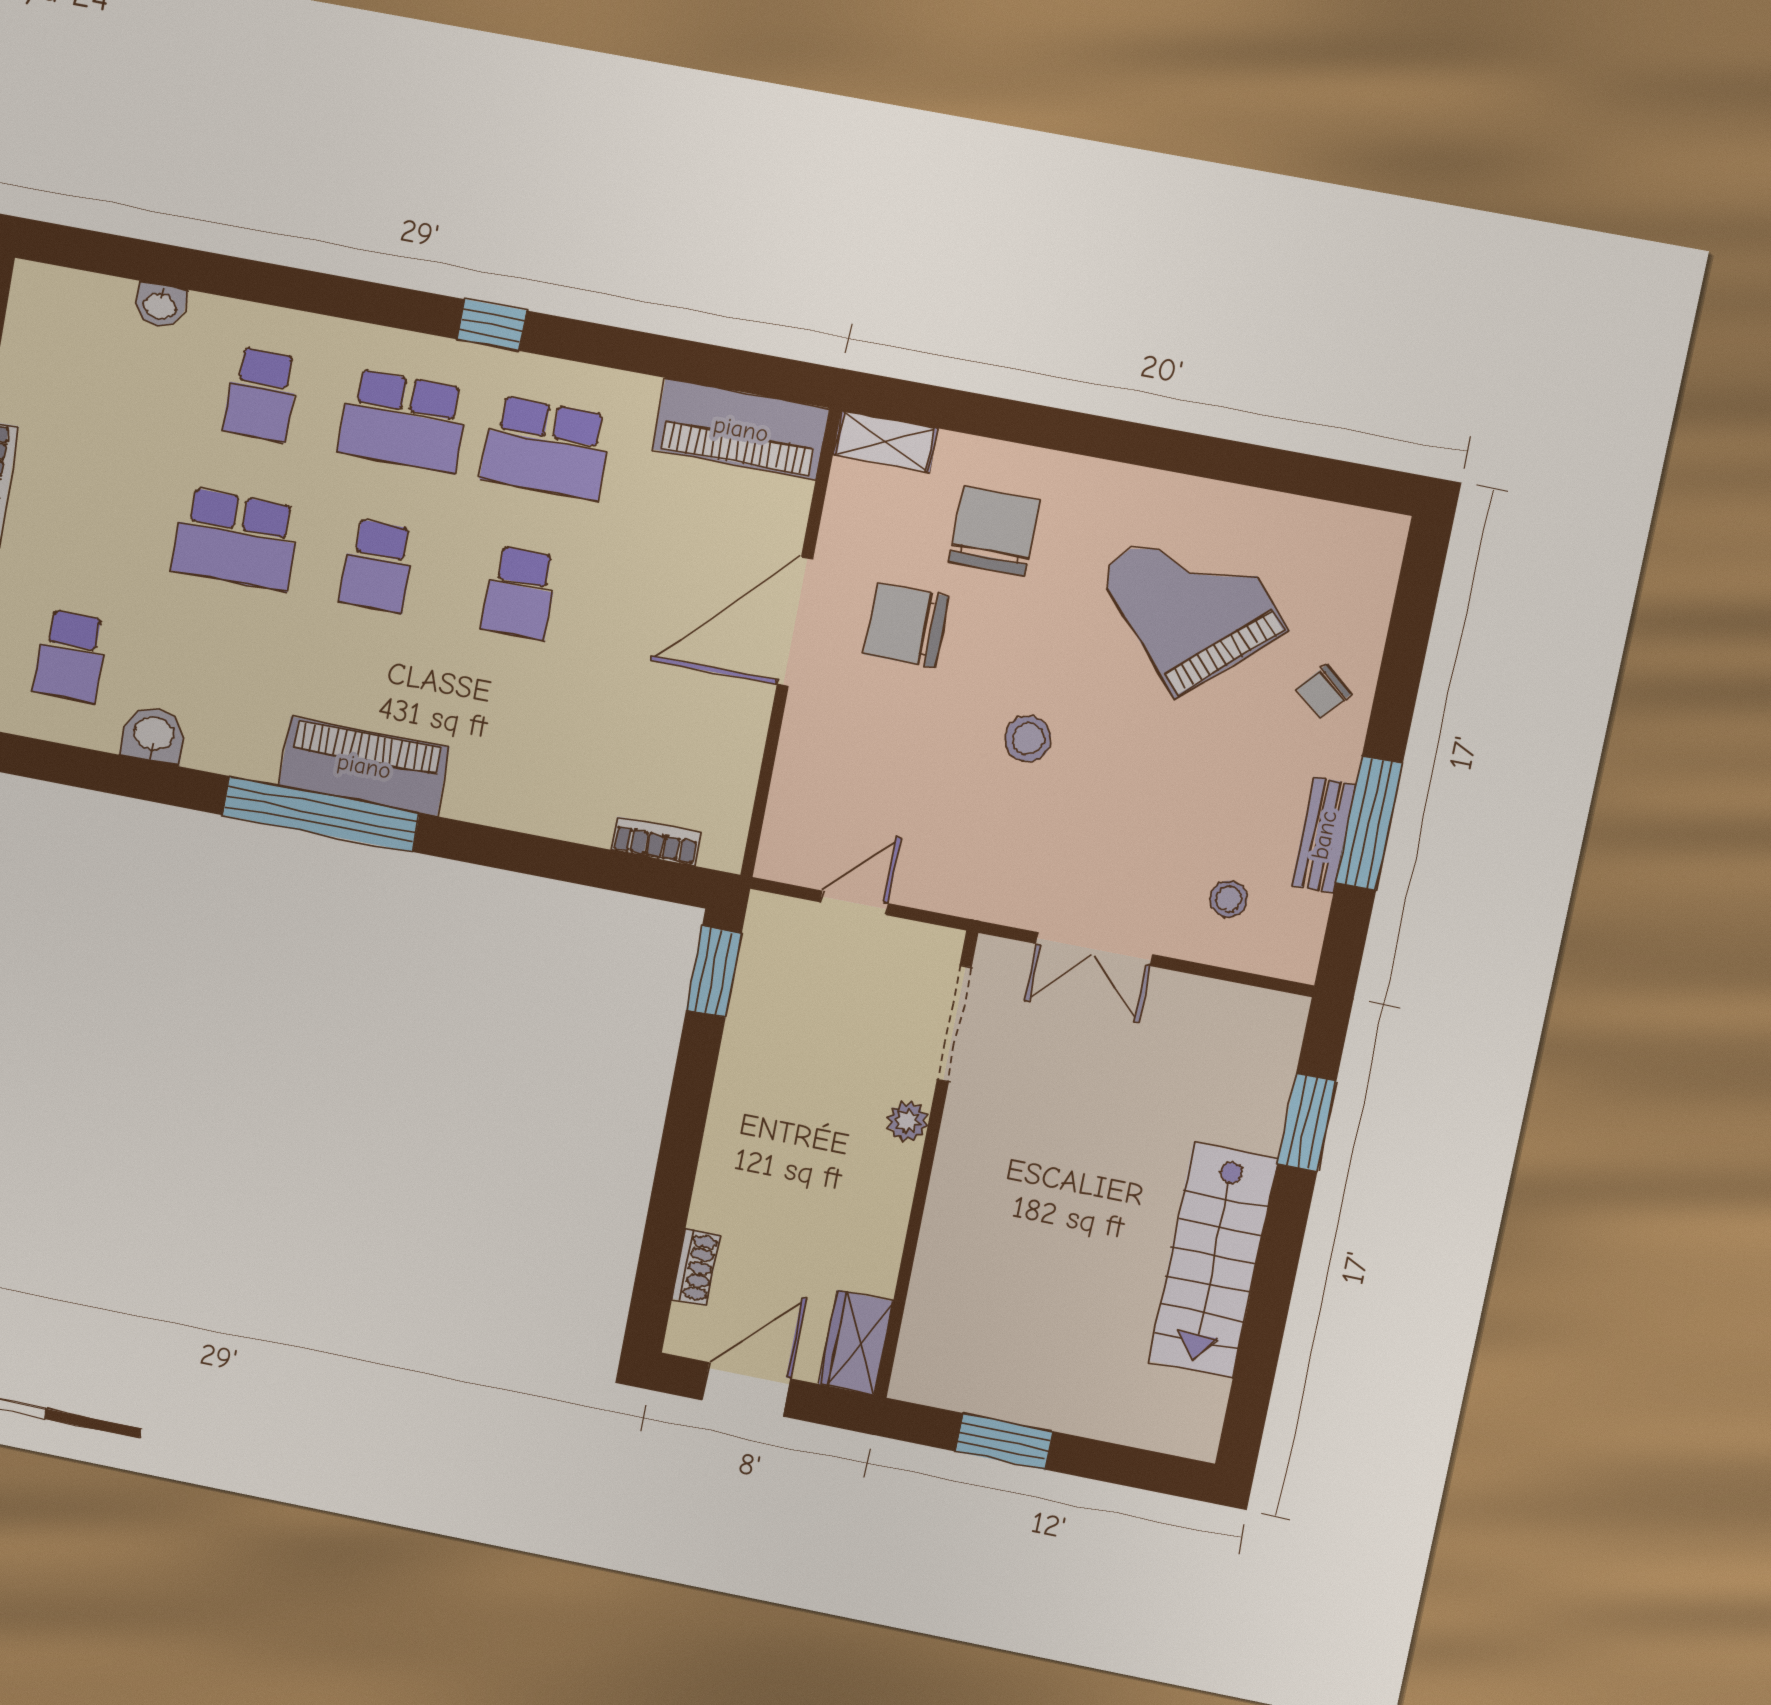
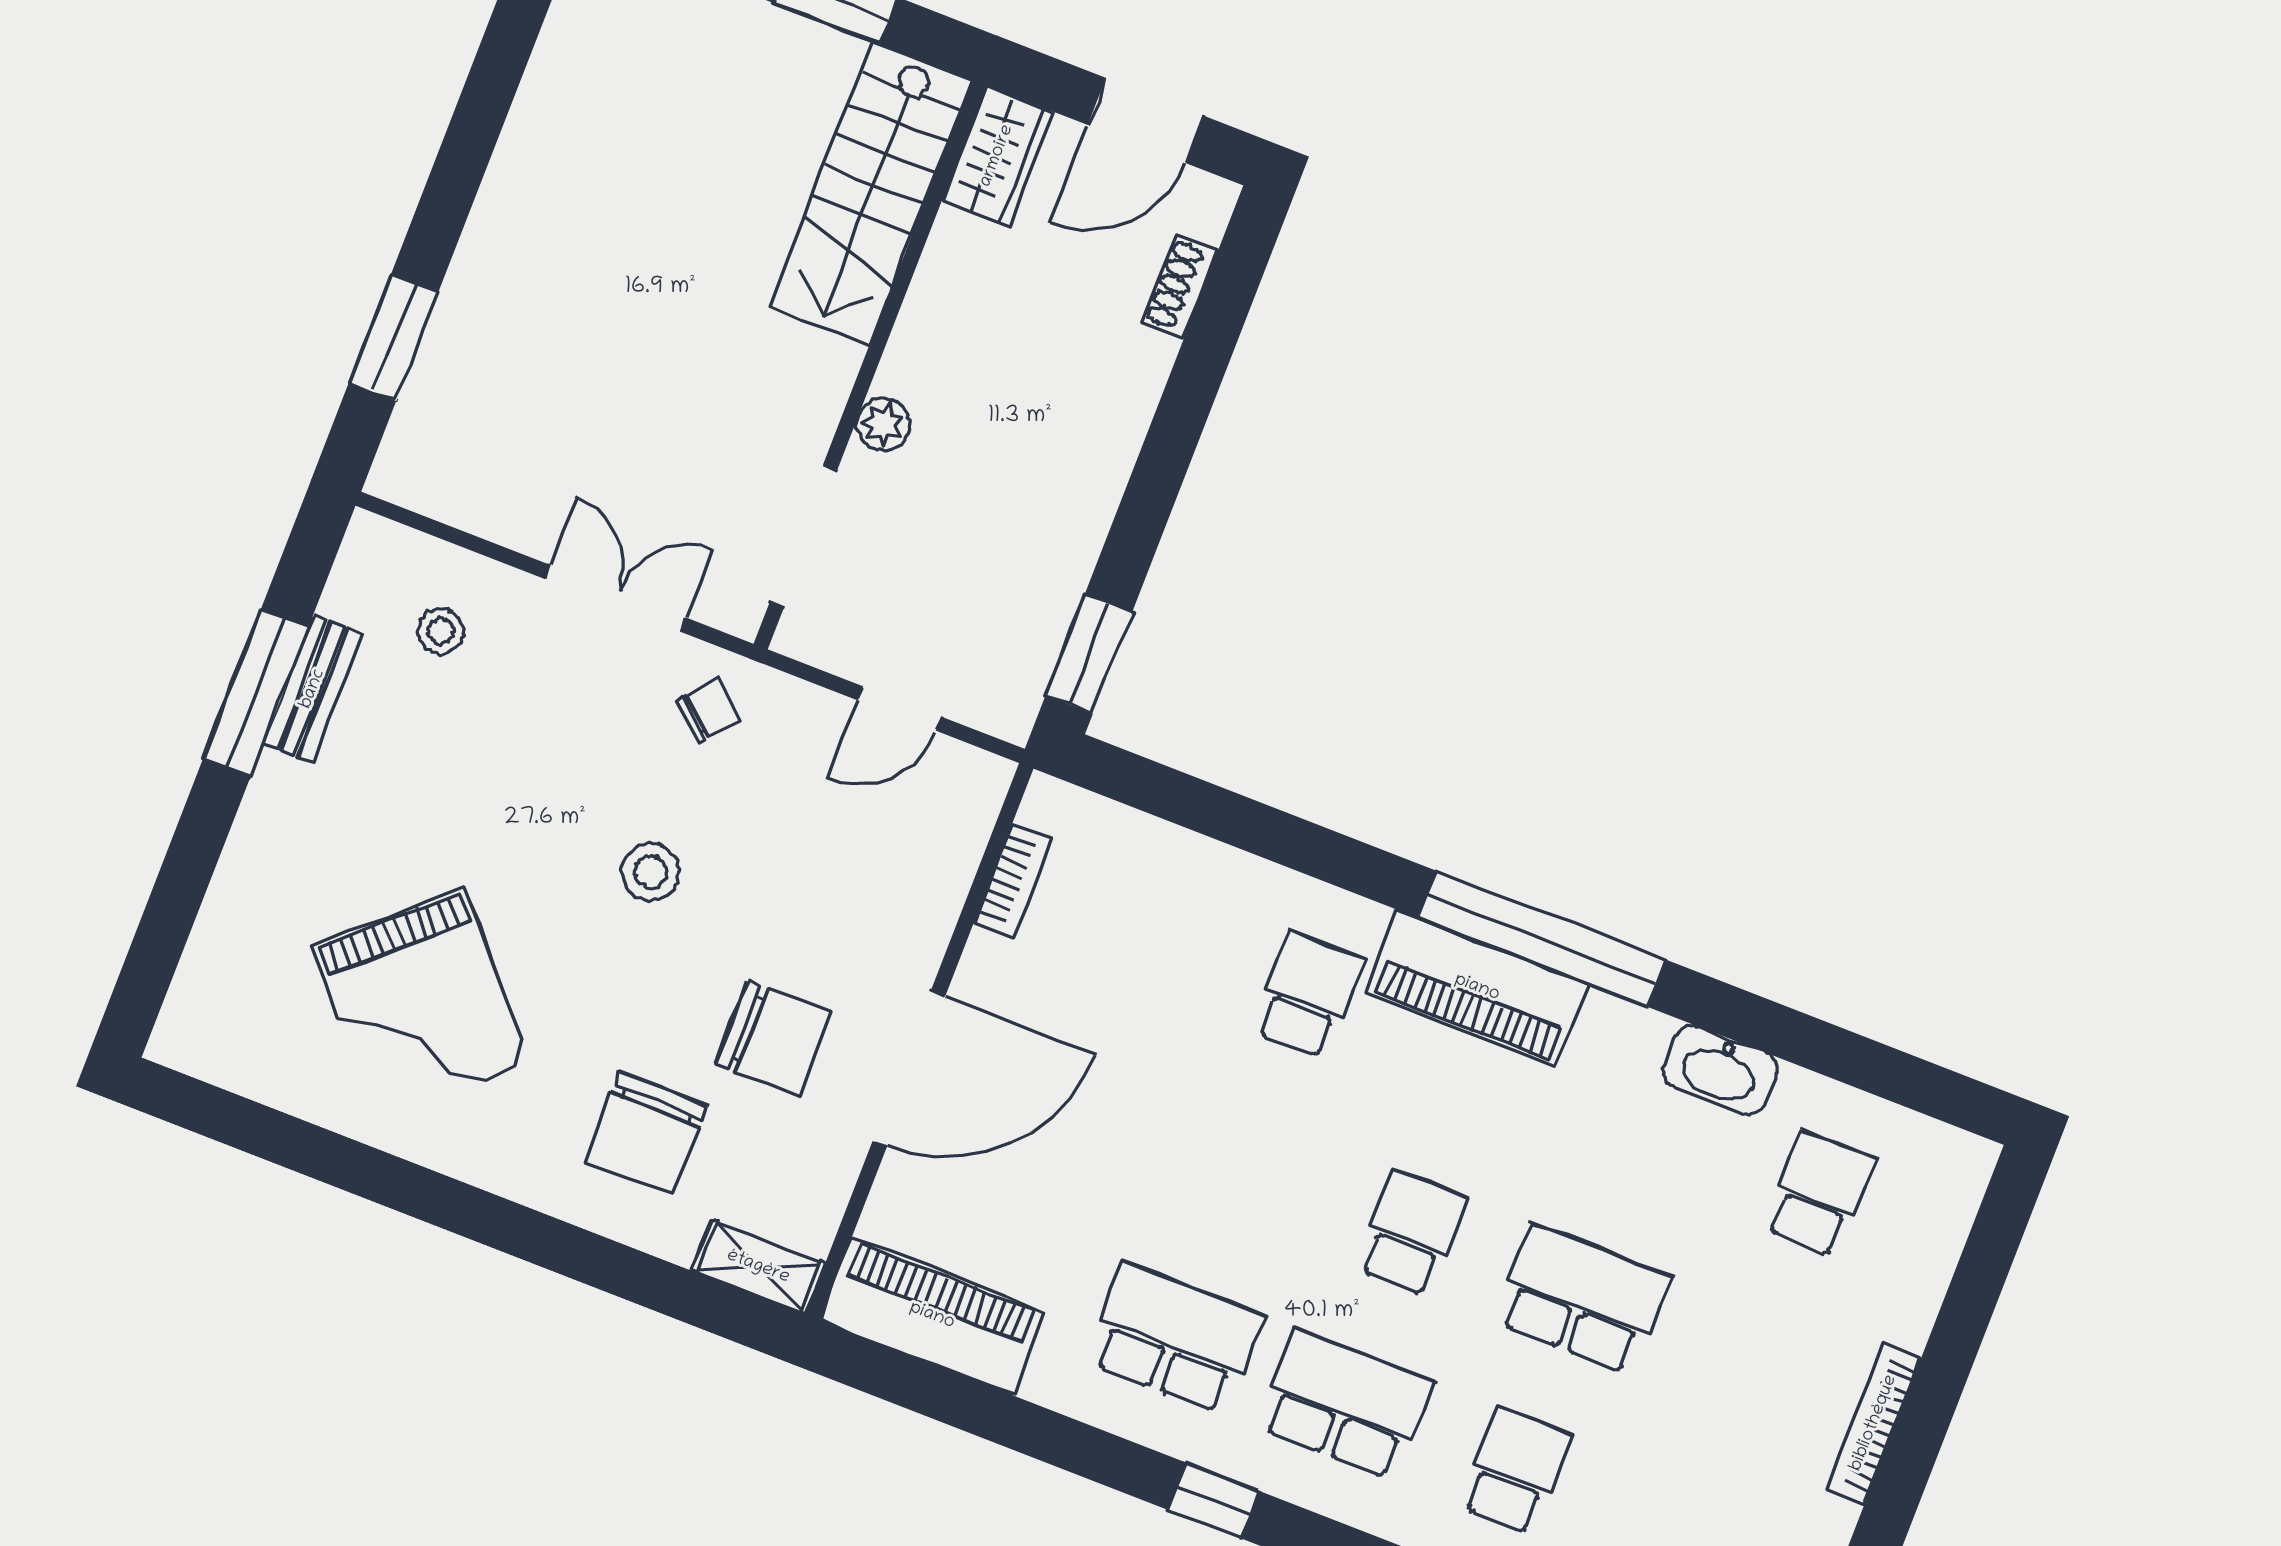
school desk: (520, 593) -> (1308, 995), moved
chair: (1324, 691) -> (708, 710), moved
washbasin: (153, 735) -> (1720, 1070), width x1.38
bookcase: (656, 841) -> (1013, 881), moved, turned -90
stairs: (1213, 1260) -> (871, 193), moved, turned 180

